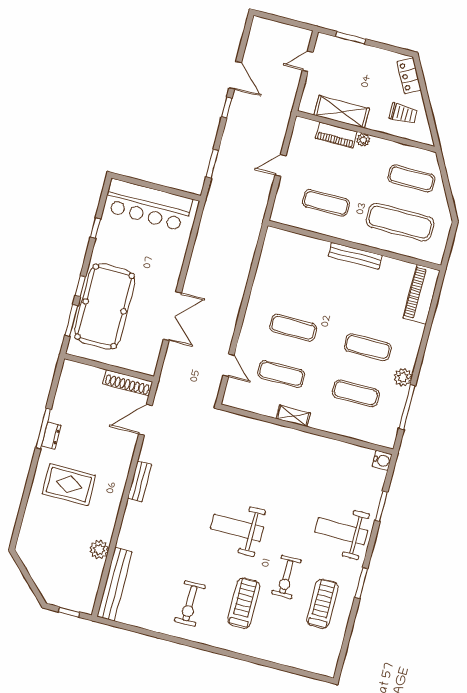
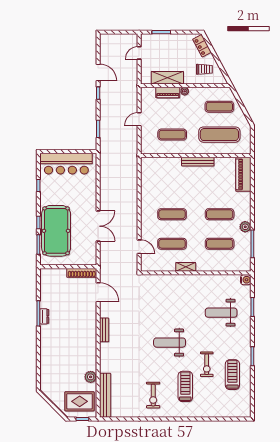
door: (145, 420) -> (98, 292), swing flipped
rug: (69, 485) -> (80, 401), moved
weight bench: (341, 531) -> (221, 313), moved

